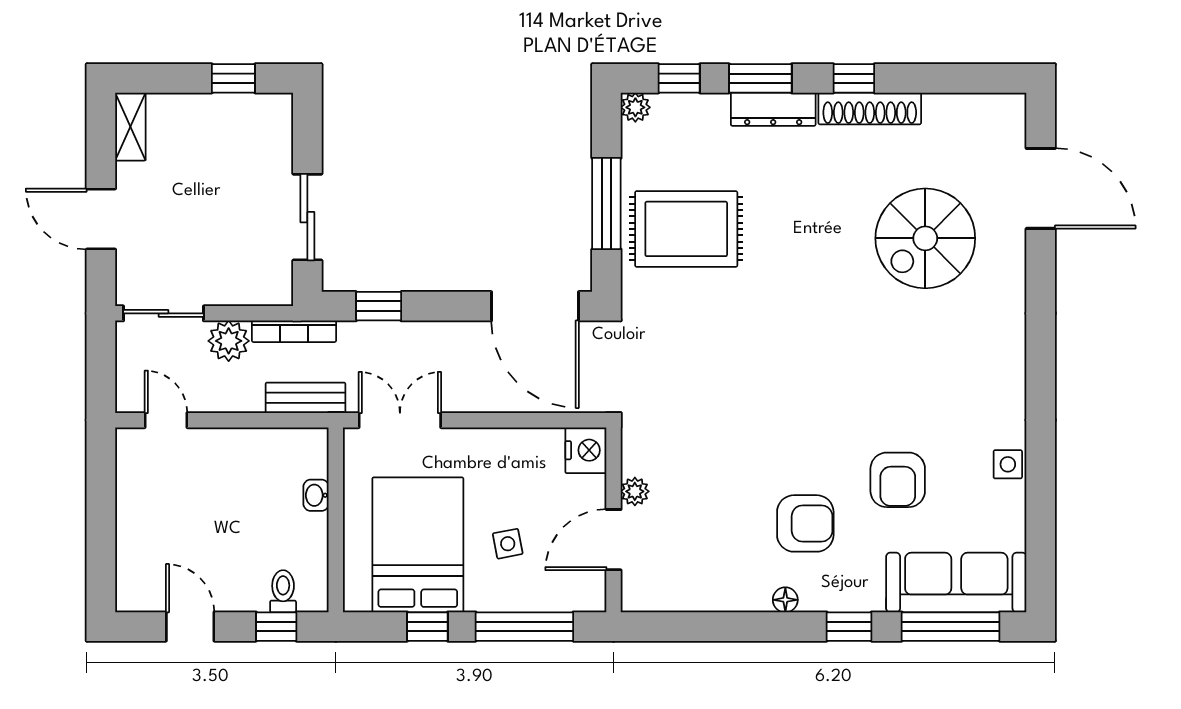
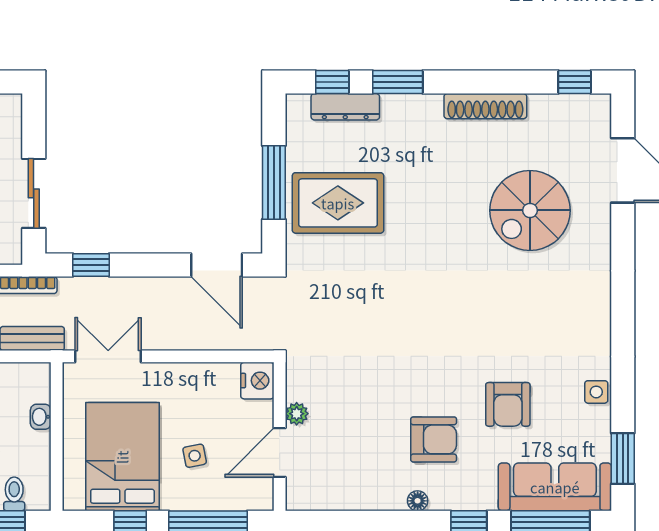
window: (854, 78) -> (575, 82), moved
plant: (635, 107) -> (297, 105), removed
dresser: (773, 109) -> (345, 107), moved
door: (535, 306) -> (217, 265), width x0.73
window: (1041, 547) -> (623, 458), added

